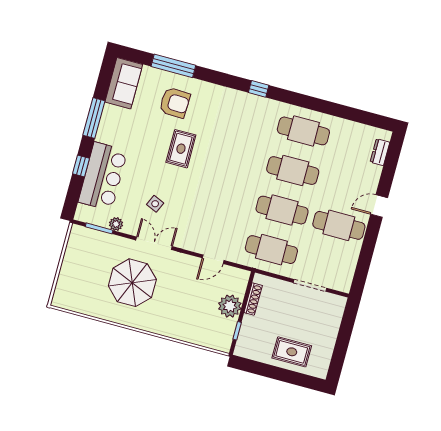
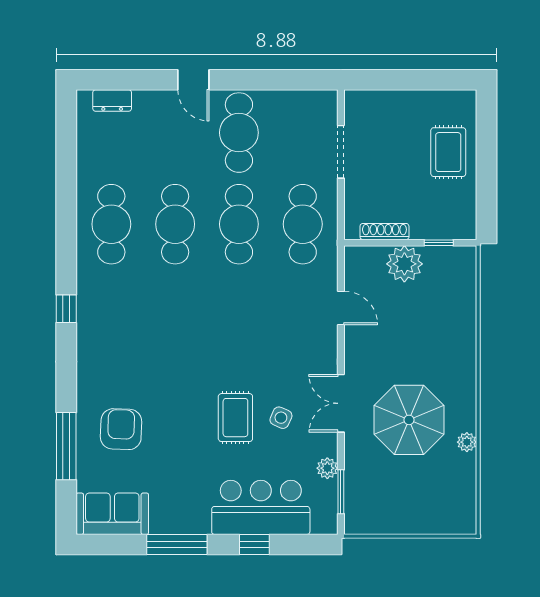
rug: (181, 149) -> (235, 418), moved, turned 90
plant: (109, 315) -> (467, 442), added

